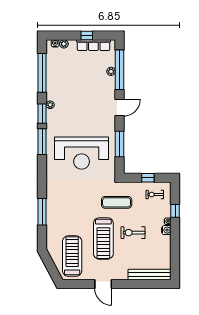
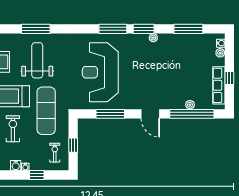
window: (42, 73) -> (188, 29), width x0.68
exercise mat: (117, 202) -> (46, 111), width x1.36, depth x1.45
weight bench: (71, 210) -> (37, 60), added

